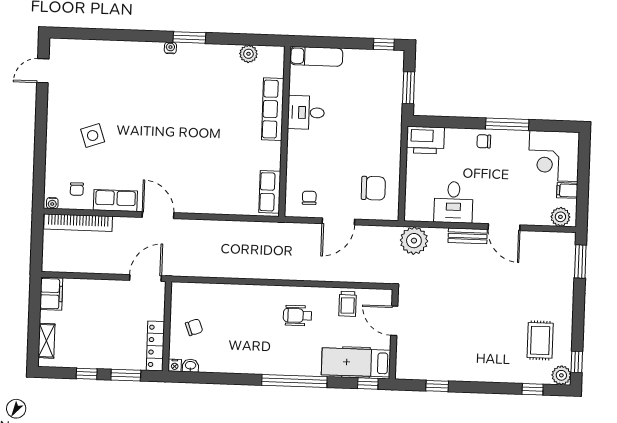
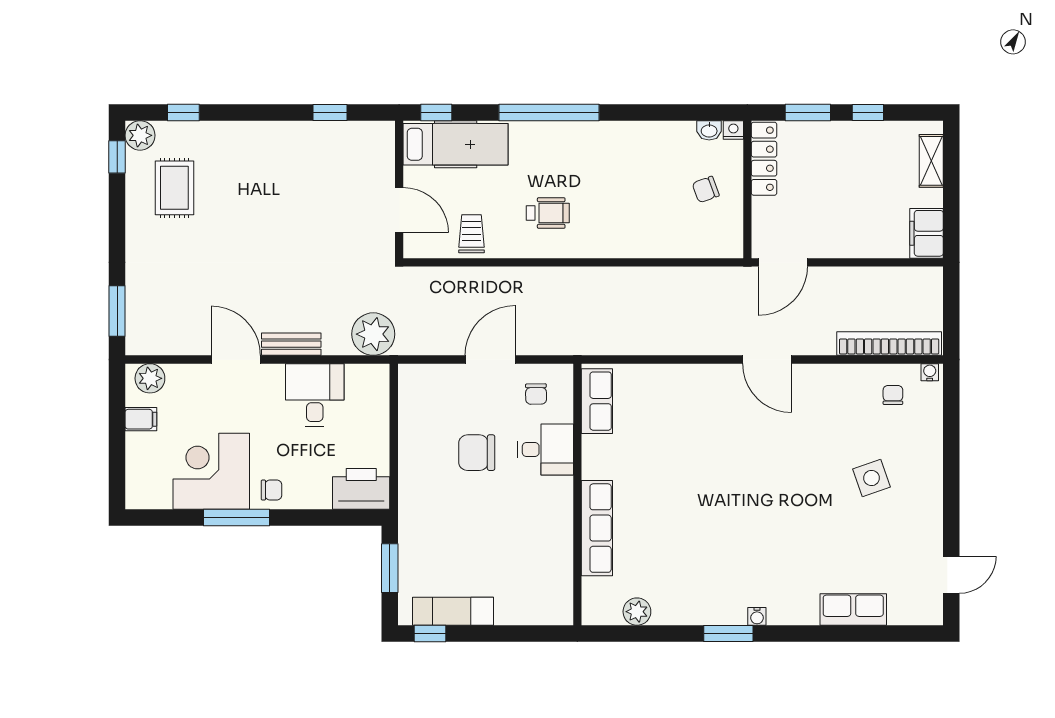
exam couch: (316, 56) -> (453, 611), moved
desk: (306, 113) -> (546, 449), moved
corner desk: (554, 156) -> (211, 471), moved, turned -90
chair: (373, 188) -> (477, 453), moved
row of seats: (115, 201) -> (853, 610), moved, turned 180

